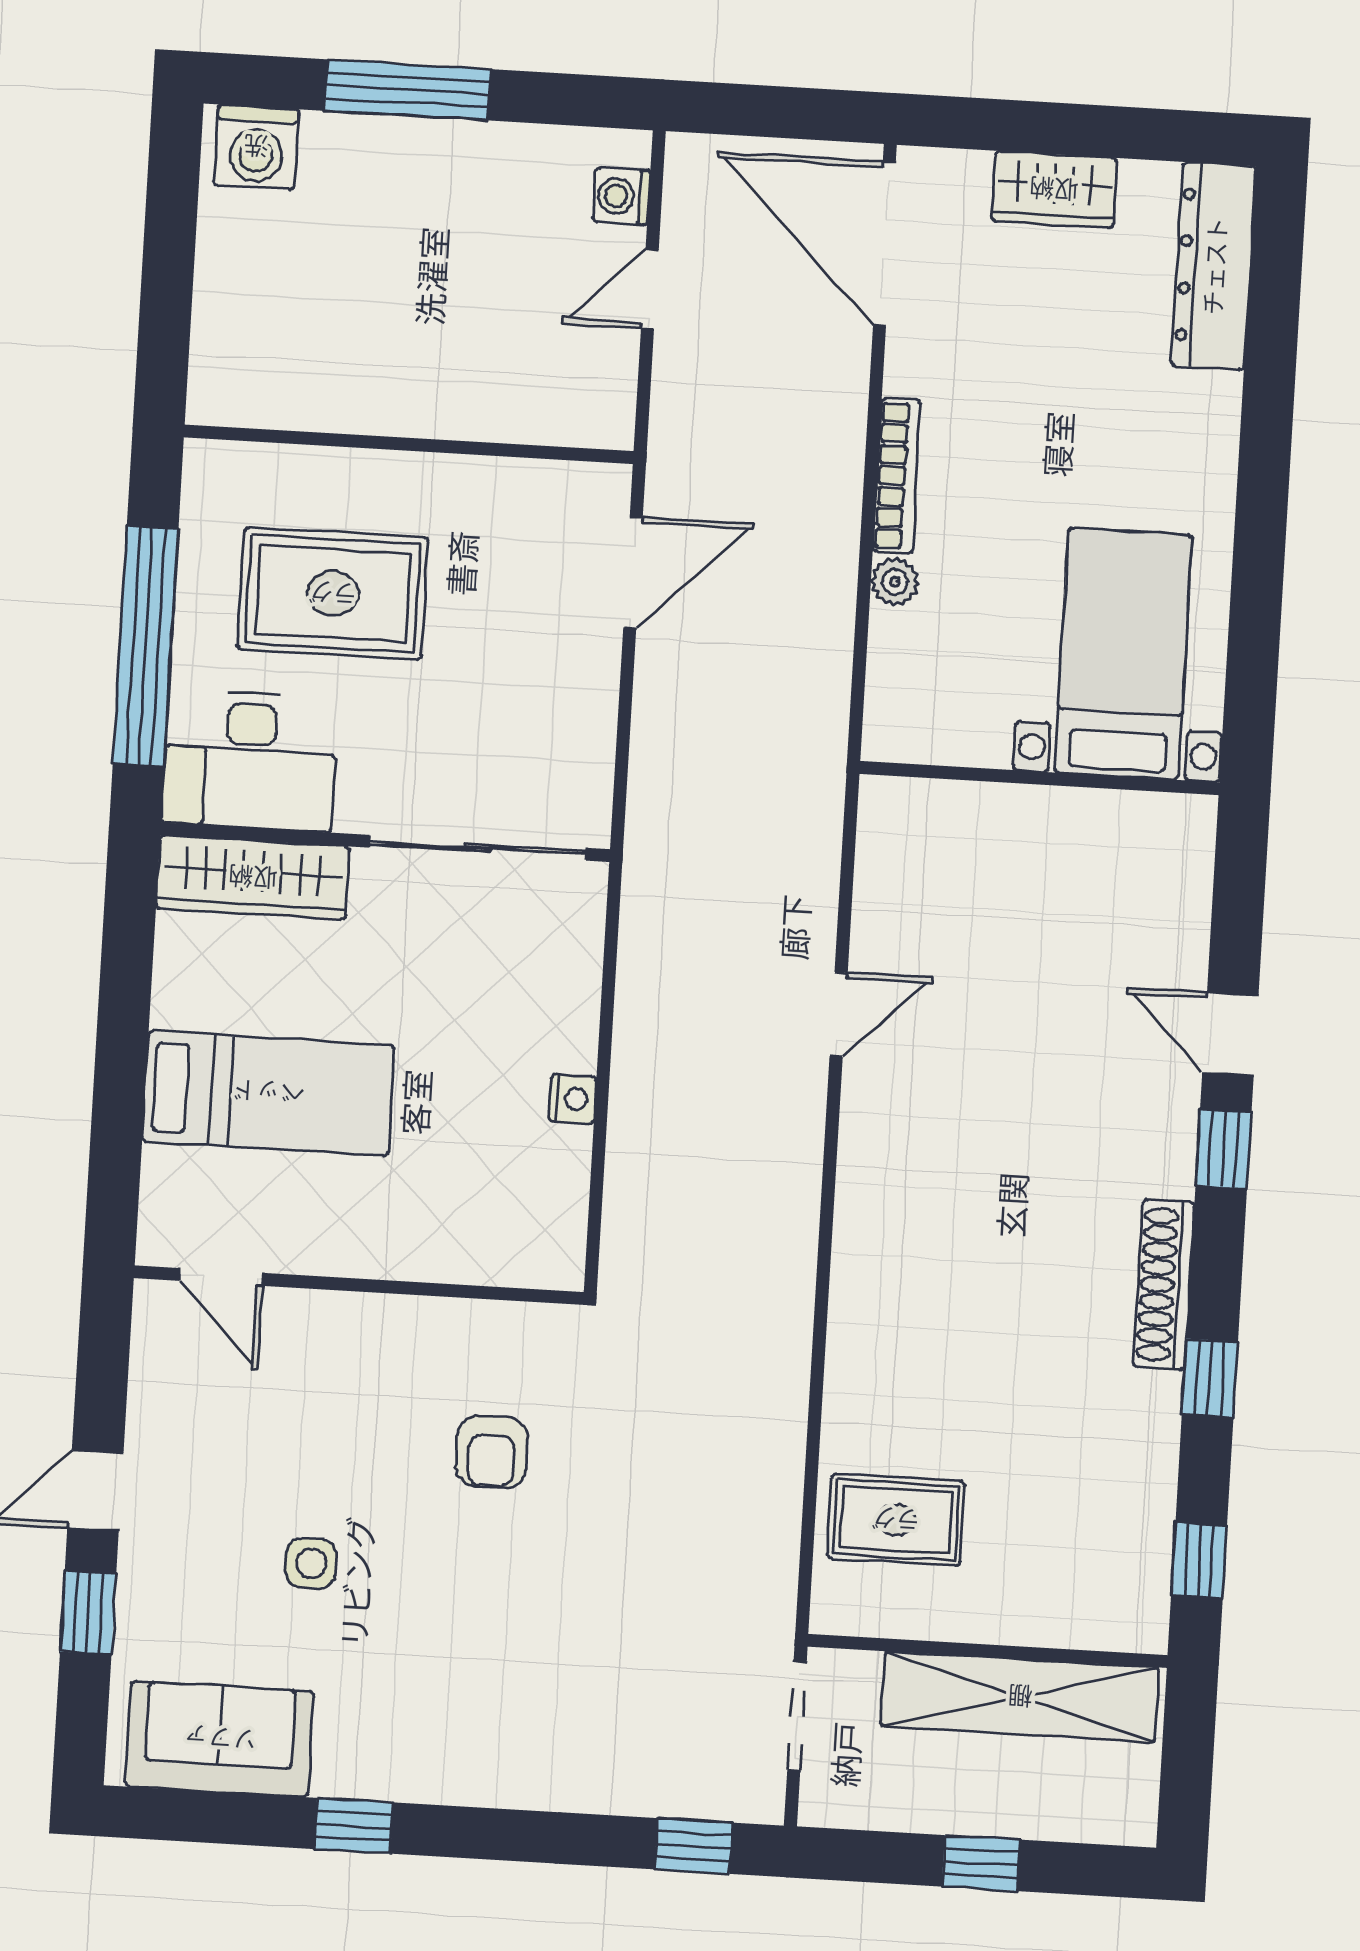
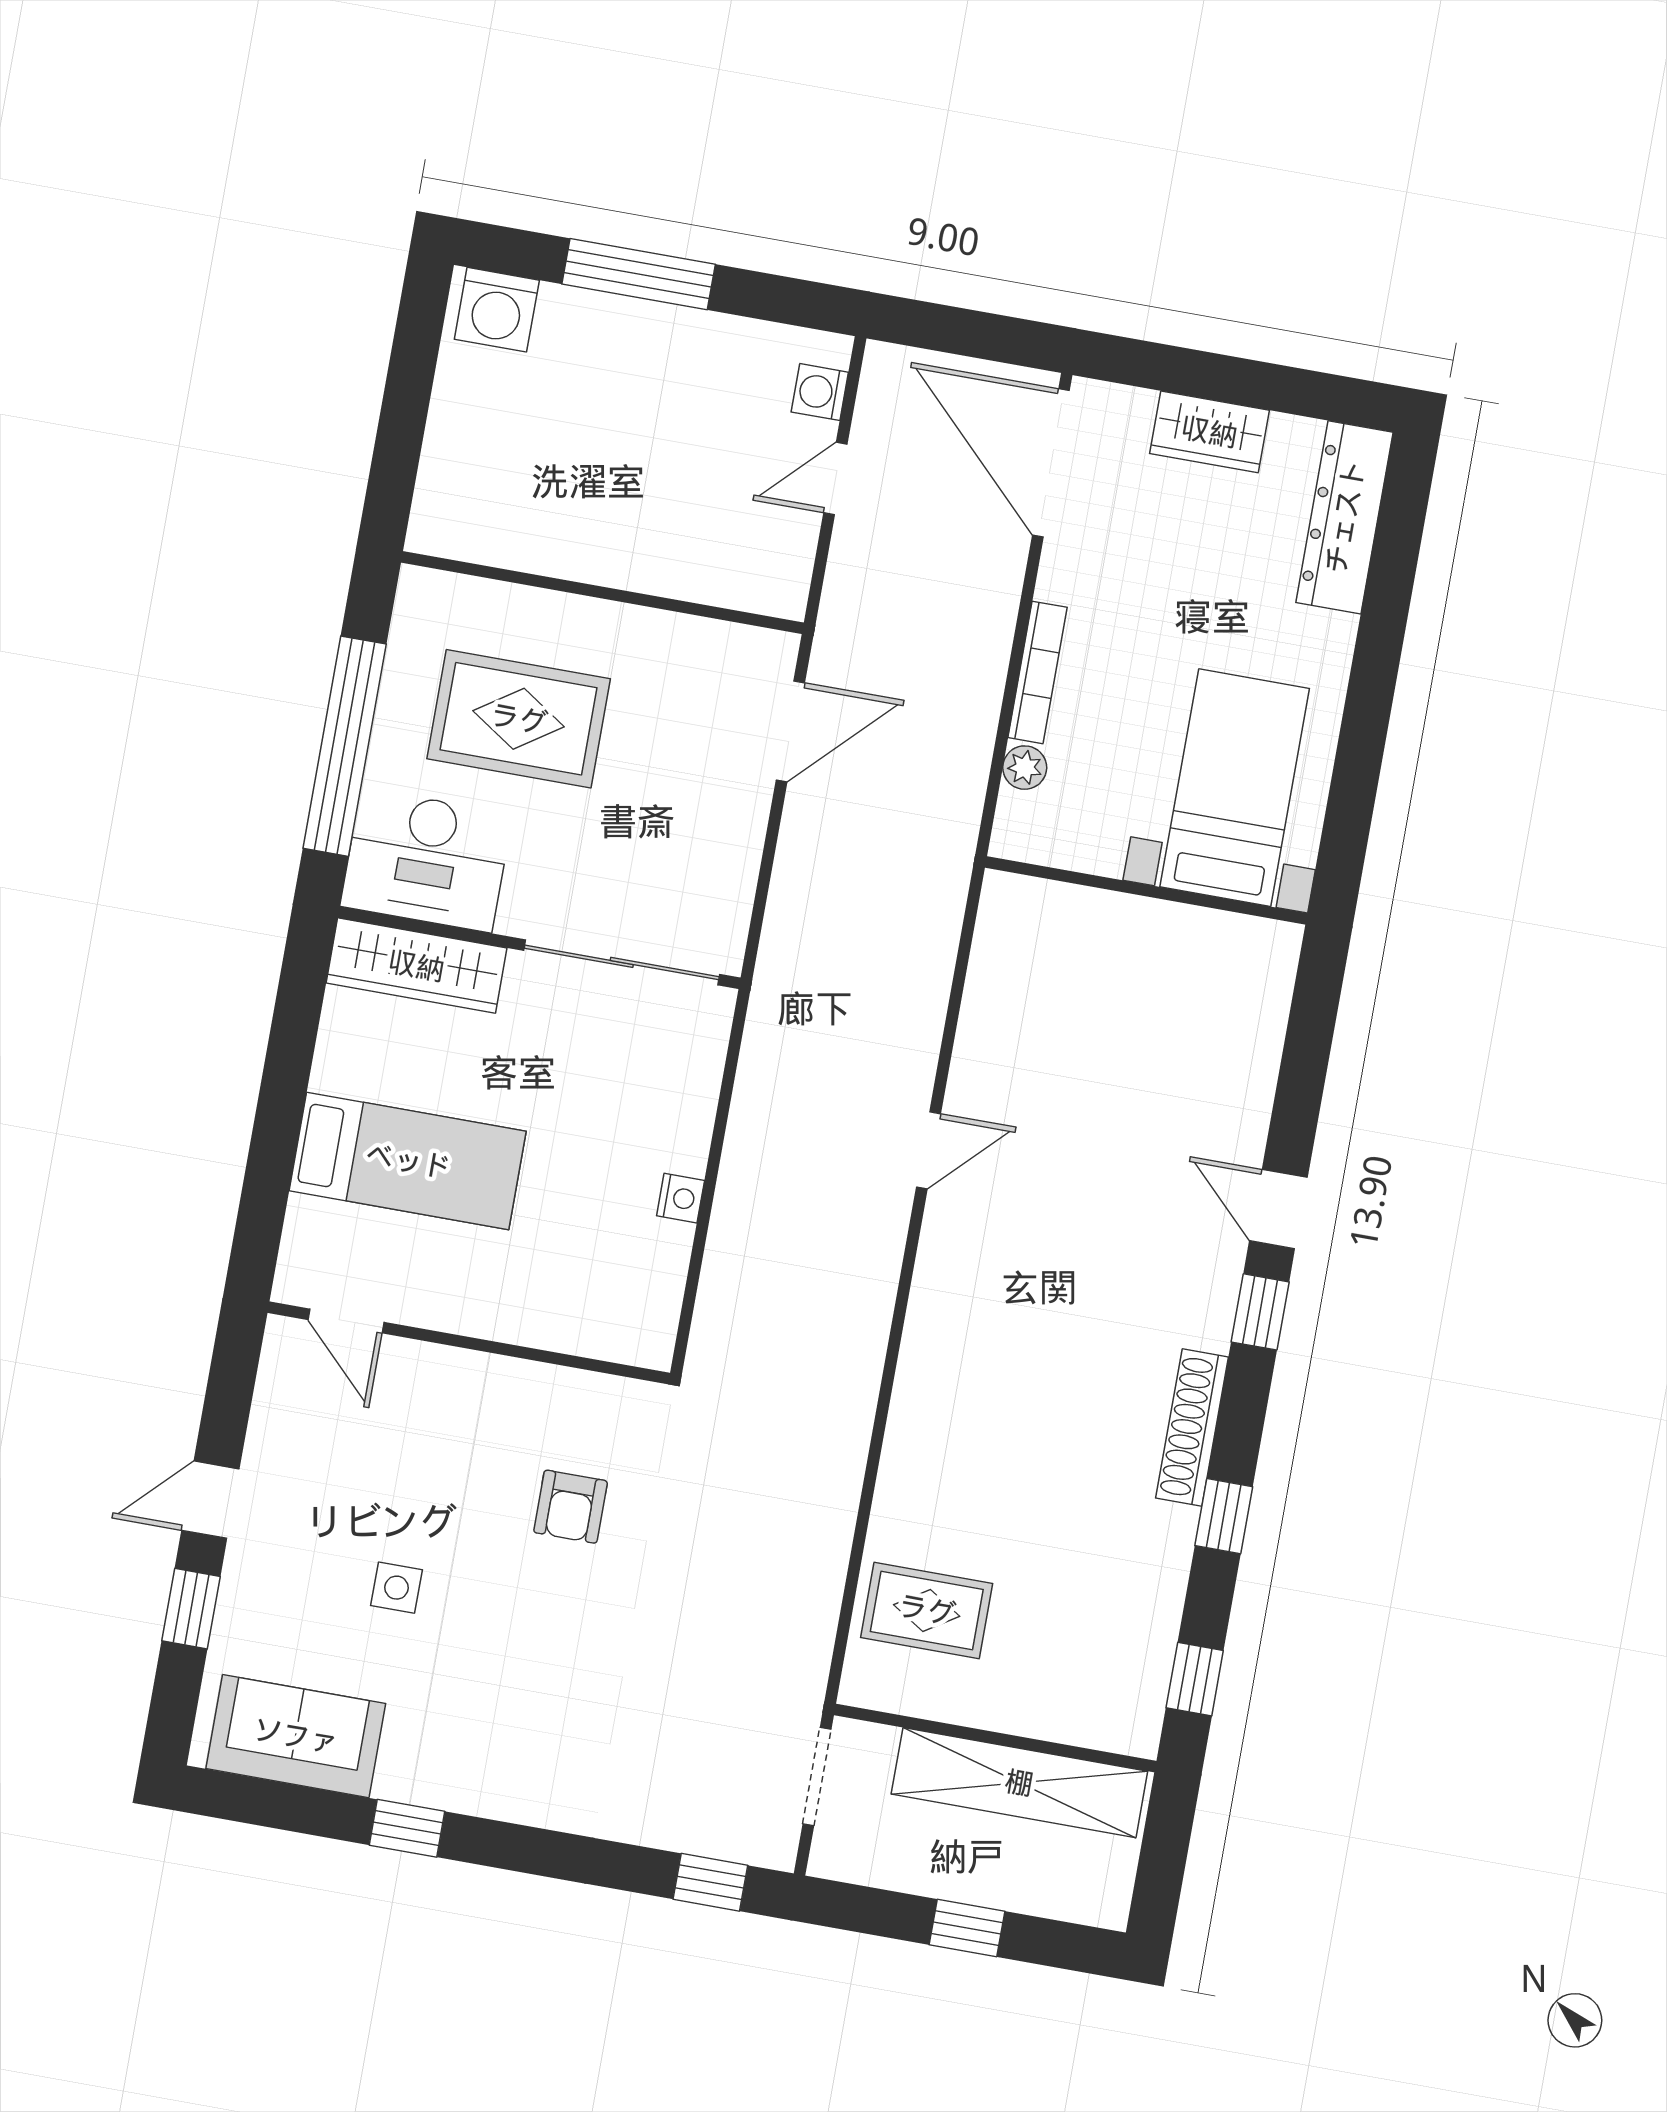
bed with nightstands: (1123, 654) -> (1235, 788), moved
wall: (1039, 778) -> (1146, 890), moved

